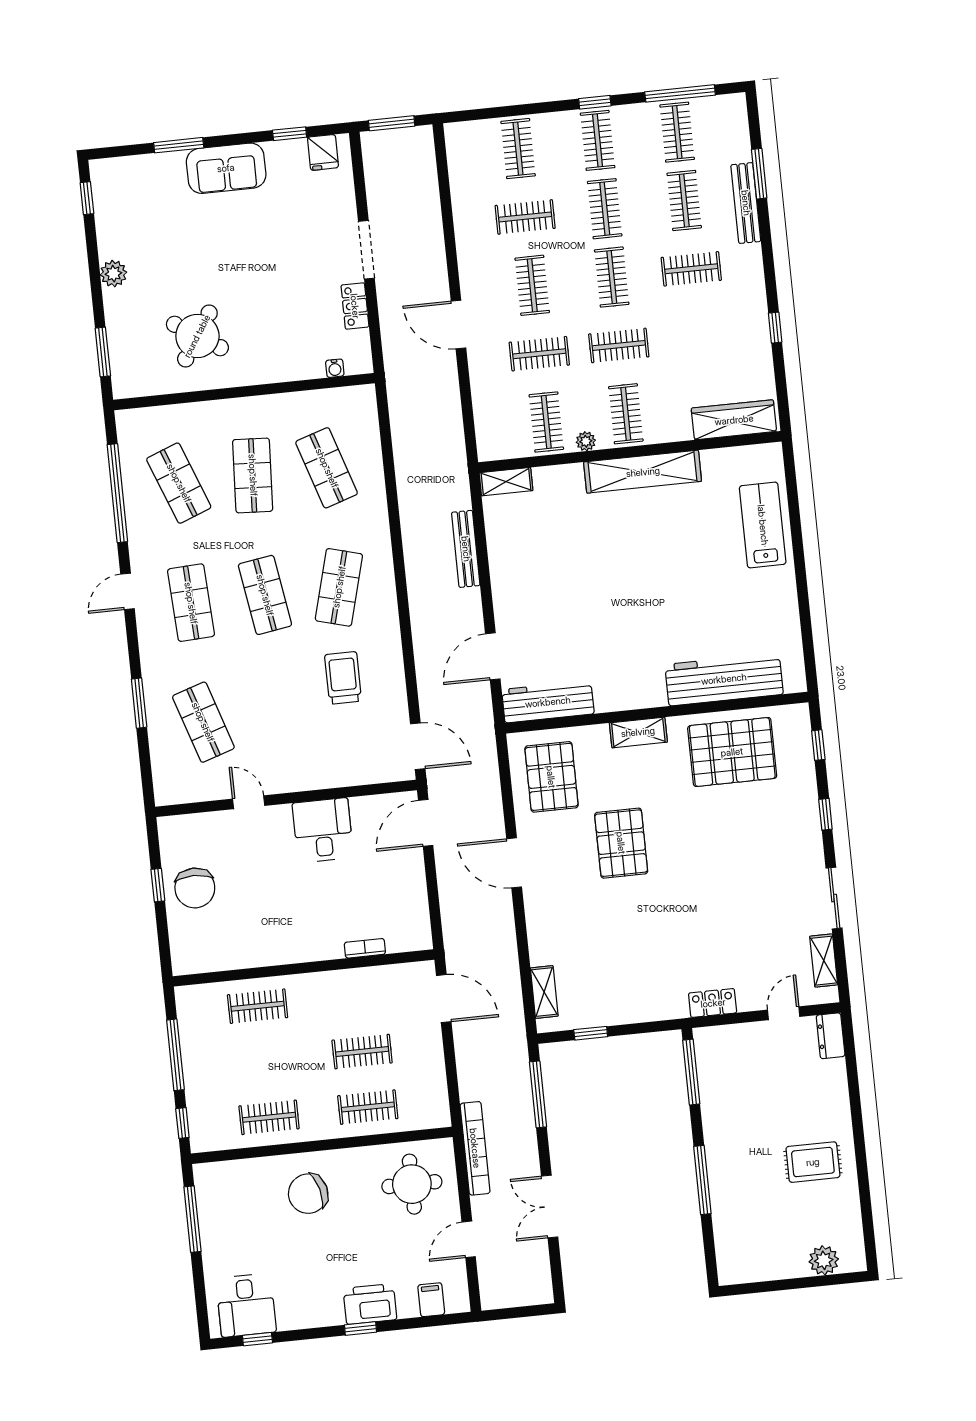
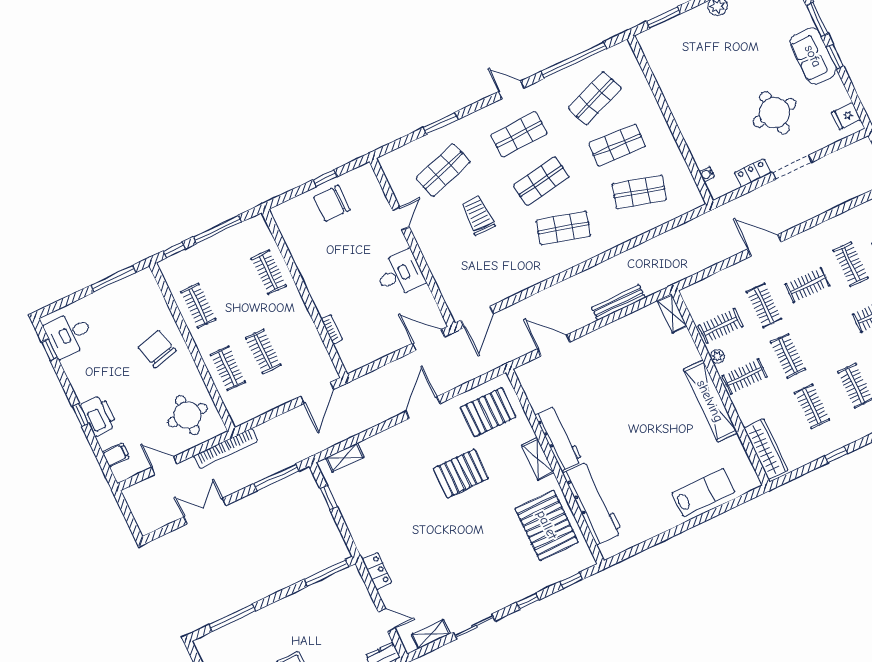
window: (290, 134) -> (835, 57), moved
clothes rail: (612, 277) -> (812, 406), moved, turned 90
door: (458, 324) -> (764, 245), hinge flipped
round table: (197, 336) -> (774, 113), moved, turned -37
shop shelf: (327, 468) -> (639, 192), turned 33
trolley: (343, 678) -> (478, 215), moved, turned -90
workbench: (548, 702) -> (559, 438), moved
window: (702, 1180) -> (232, 618), moved

